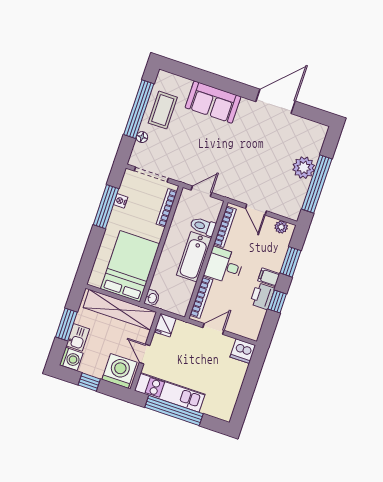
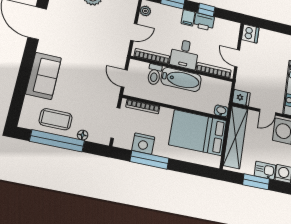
nightstand: (121, 201) -> (143, 144), width x1.89, depth x1.79

